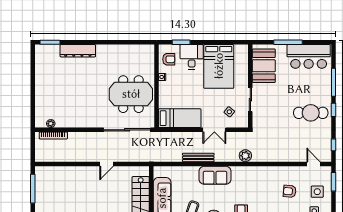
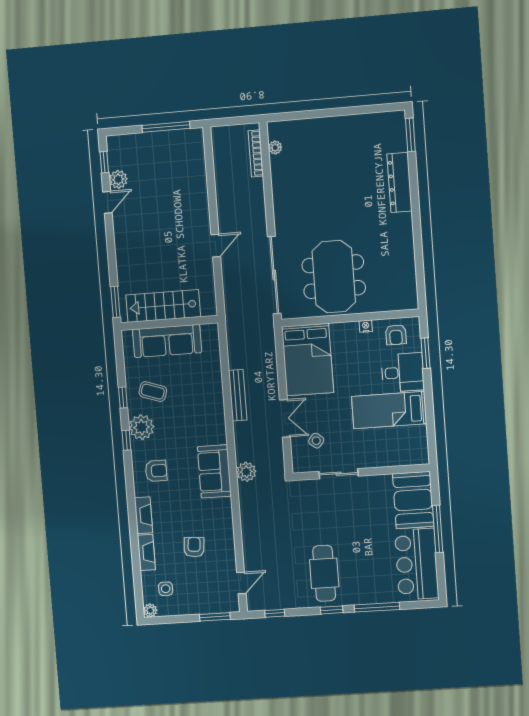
bed: (219, 66) -> (389, 410), width x0.67
booth: (264, 66) -> (413, 500), moved, turned 90
bed: (180, 118) -> (308, 360), width x1.50
double door: (214, 130) -> (285, 418), swing flipped
door: (107, 164) -> (216, 246), swing flipped
sofa: (215, 175) -> (214, 471), moved
side table: (317, 192) -> (197, 592), removed

